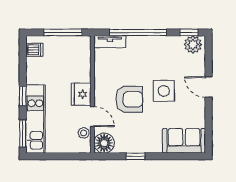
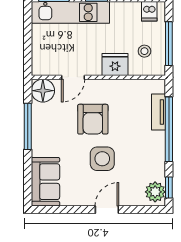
tv unit: (110, 42) -> (158, 112), moved
fridge: (81, 94) -> (115, 64), moved
stool: (84, 133) -> (144, 51), moved
window: (136, 156) -> (28, 126), width x2.17

